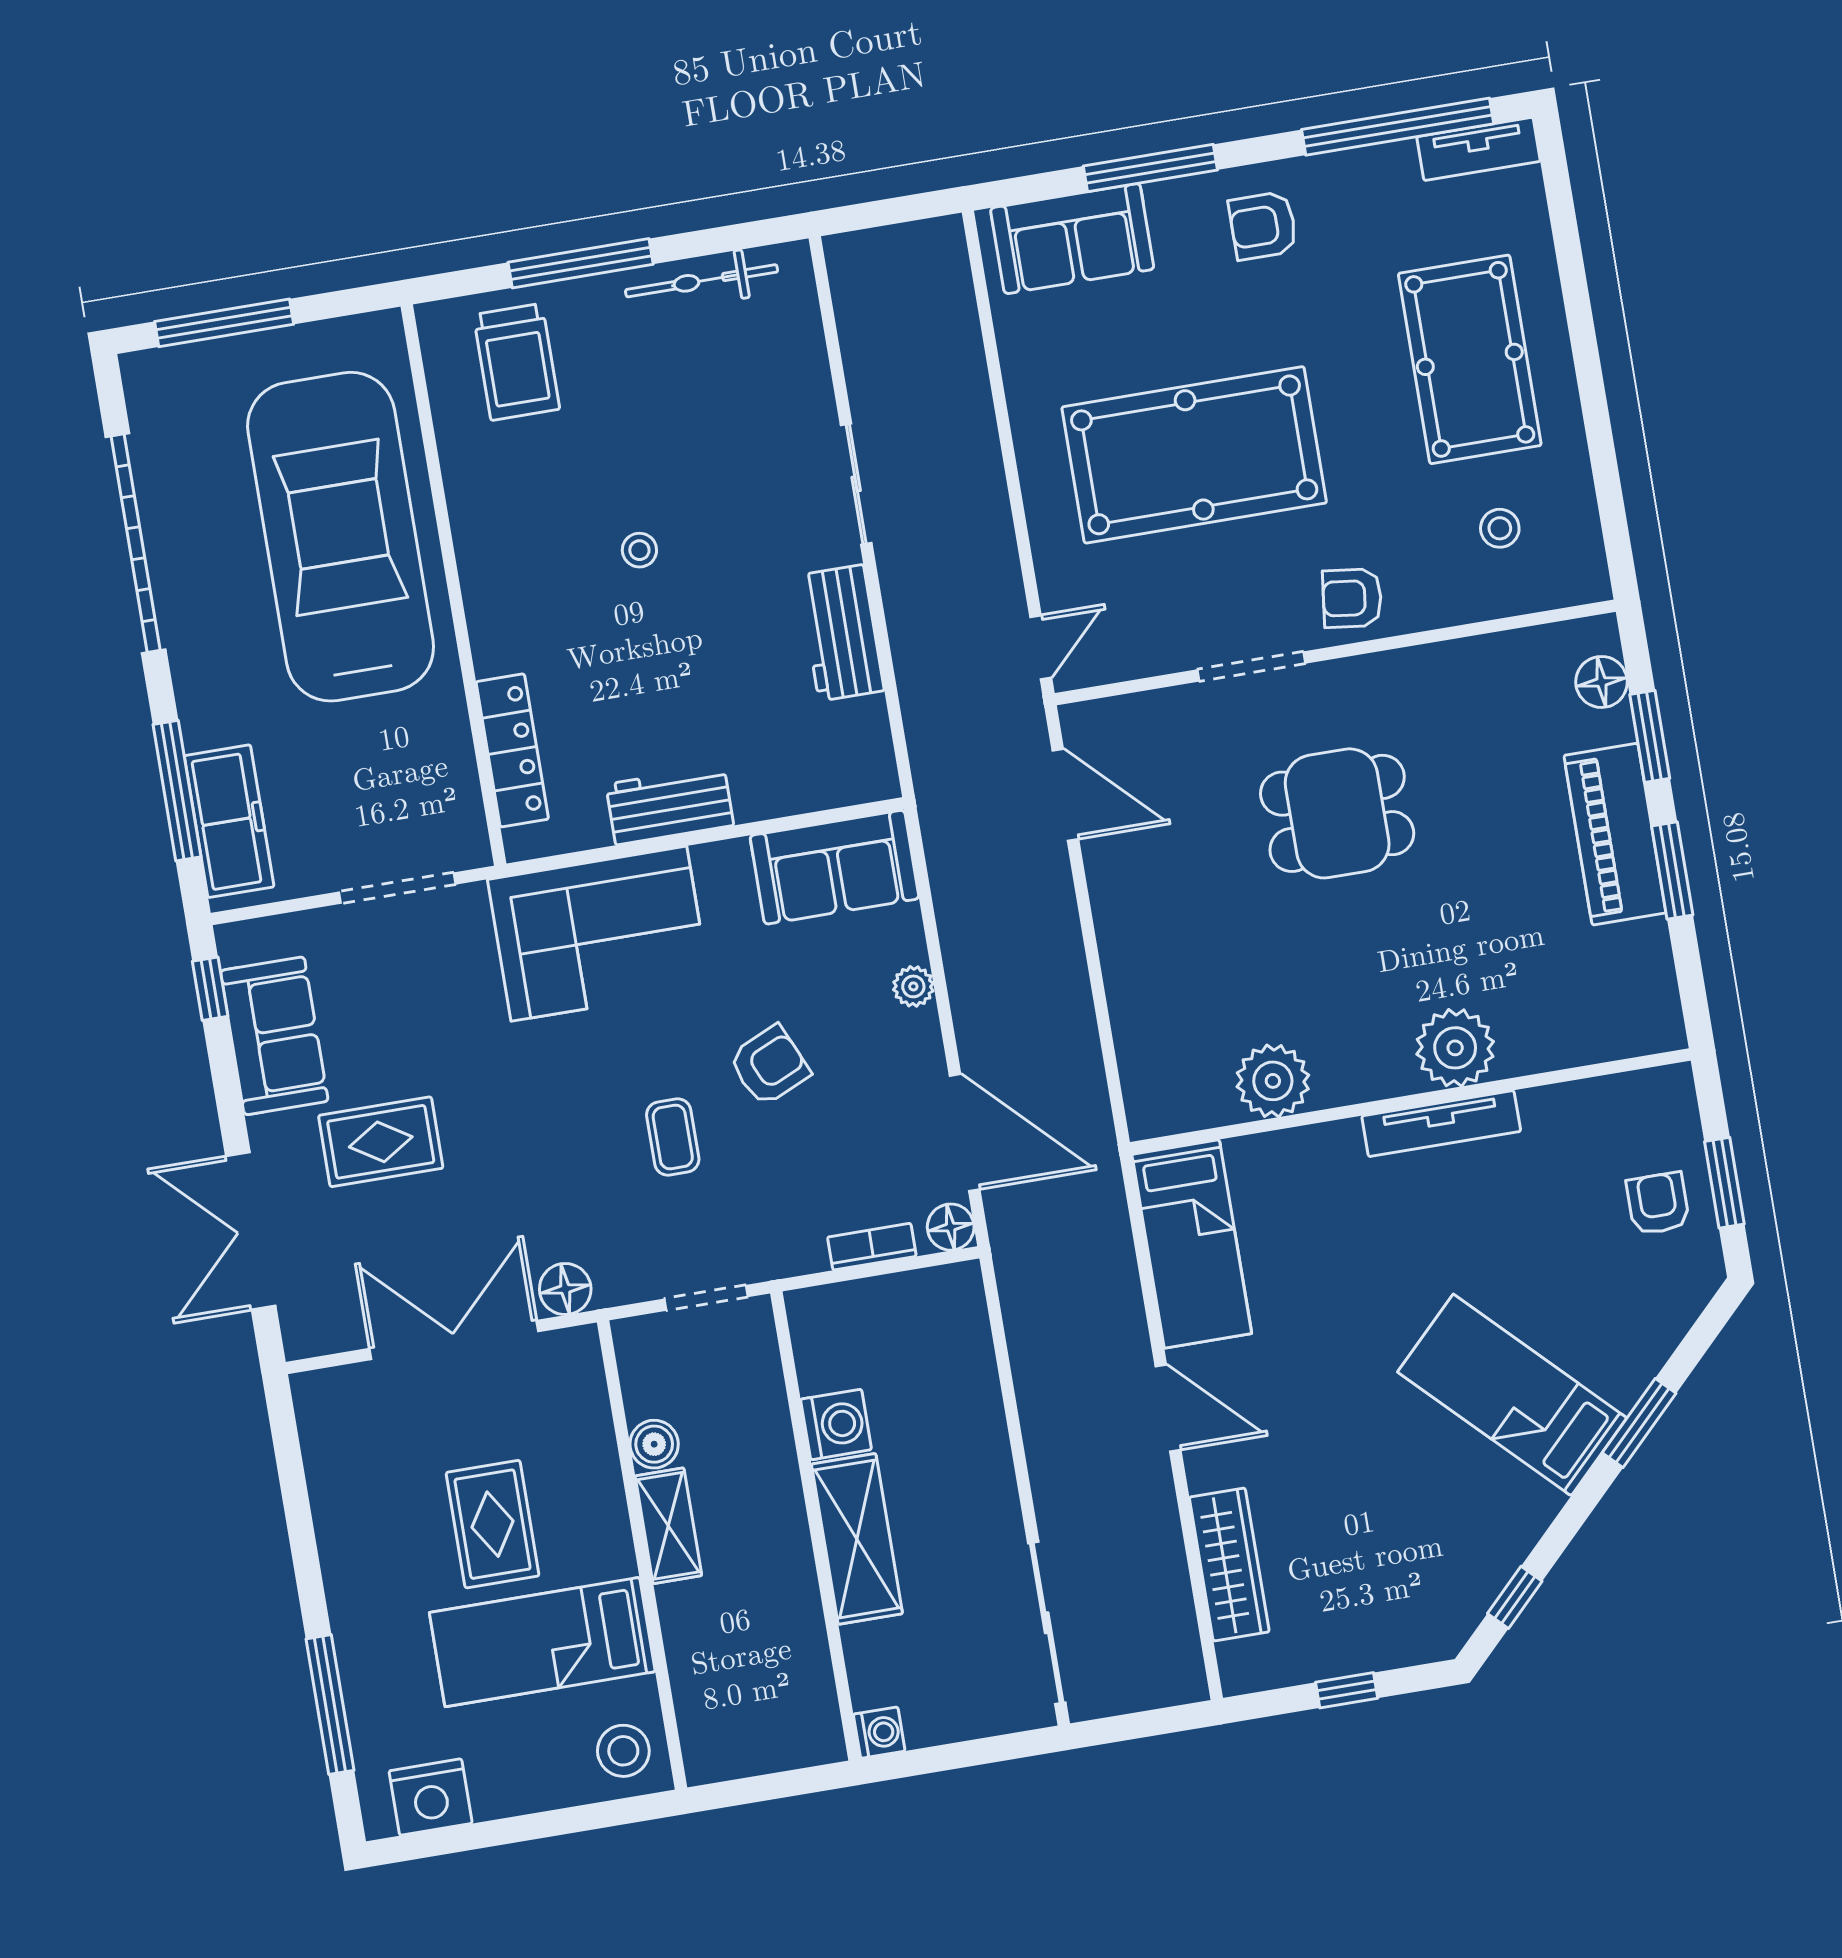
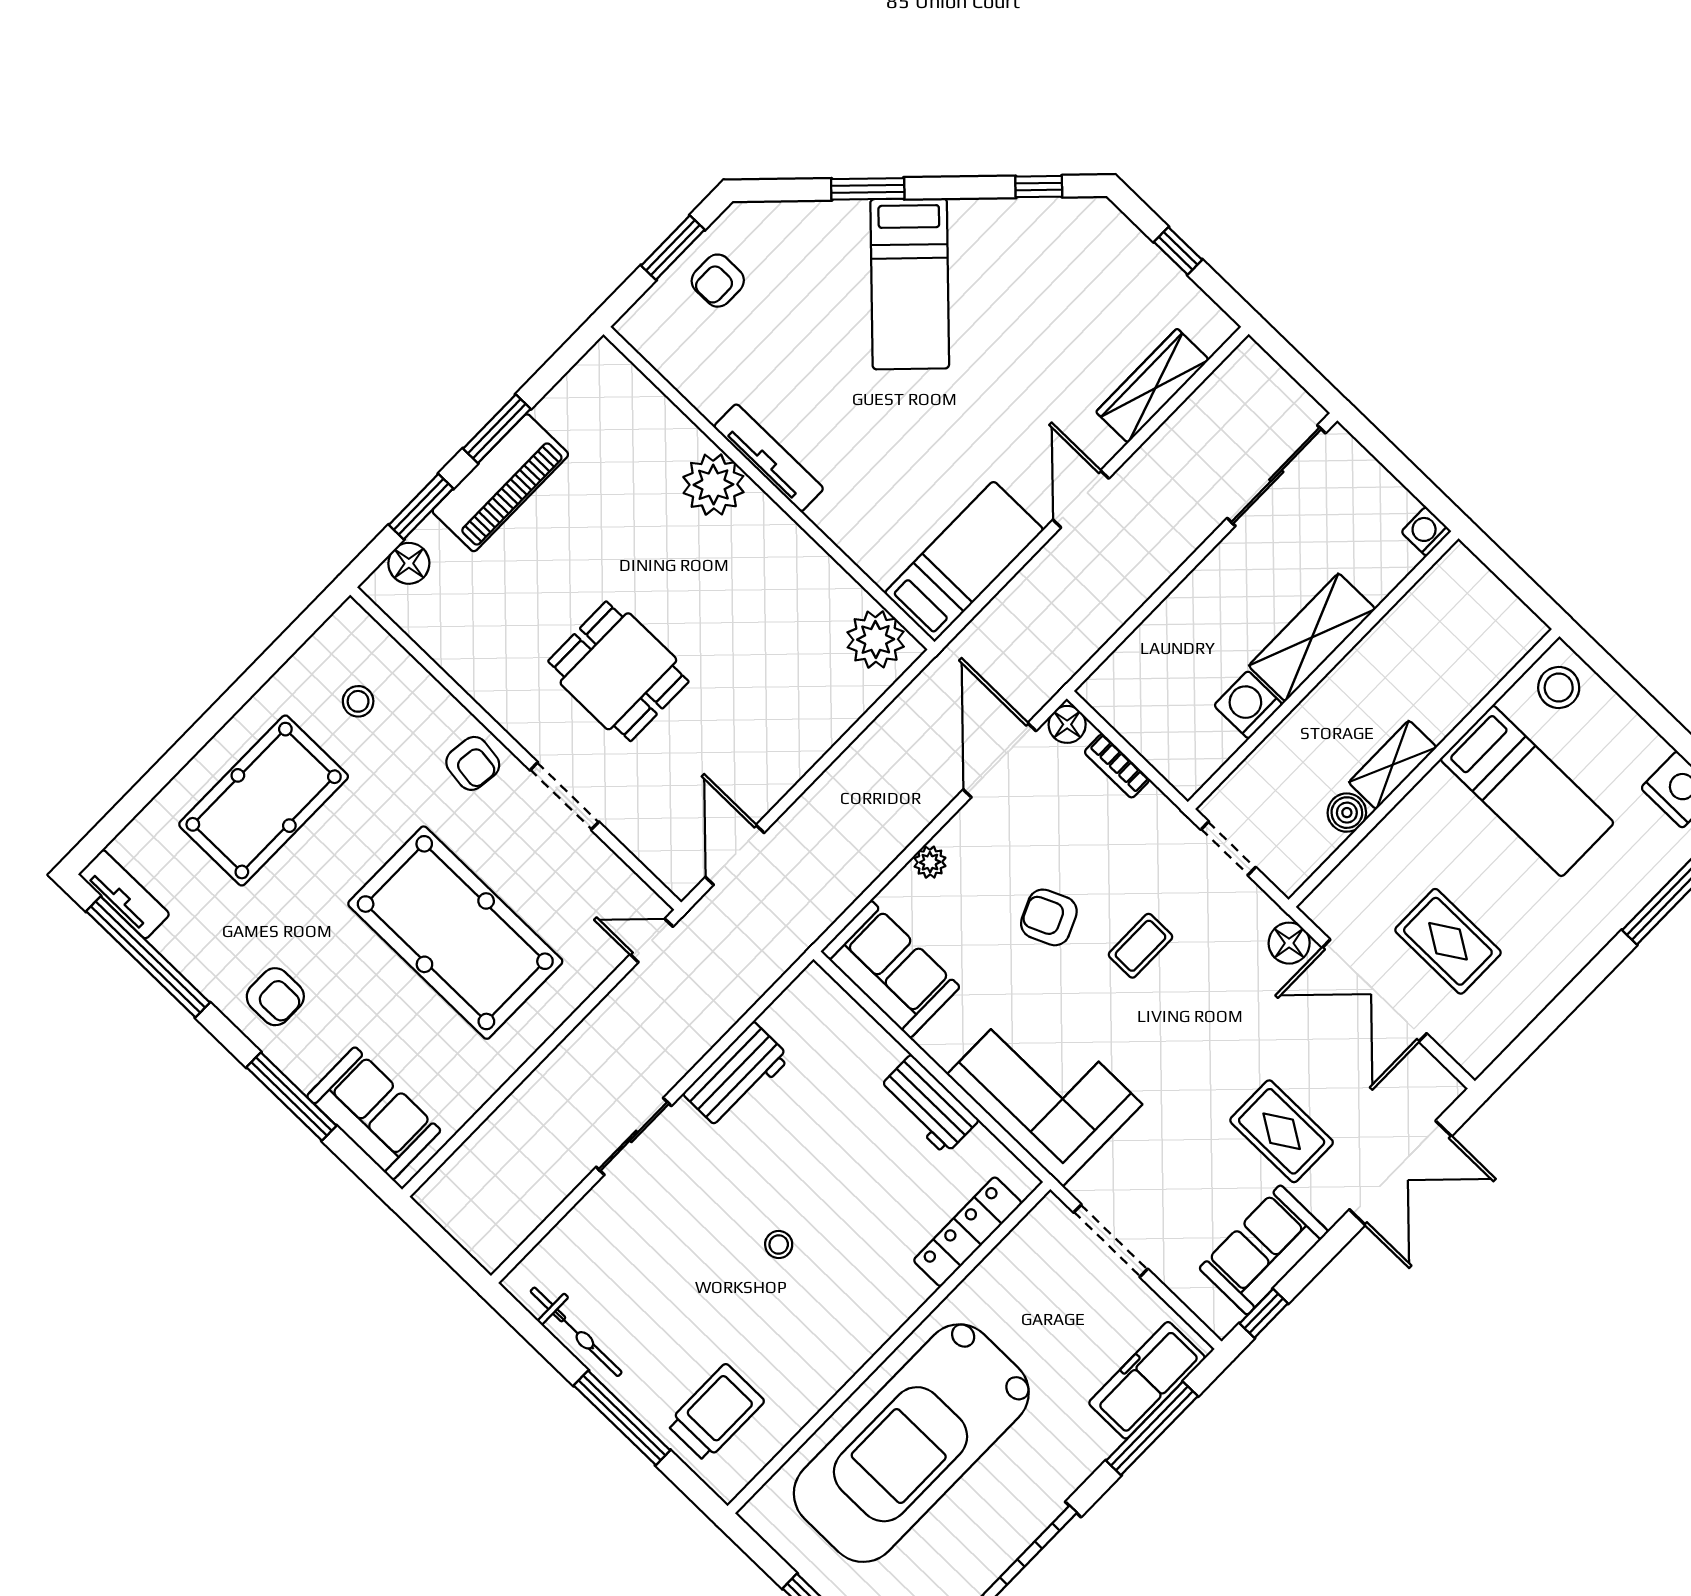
plant: (1273, 1081) -> (876, 639), moved
rug: (493, 1524) -> (1448, 941), moved, turned 90

